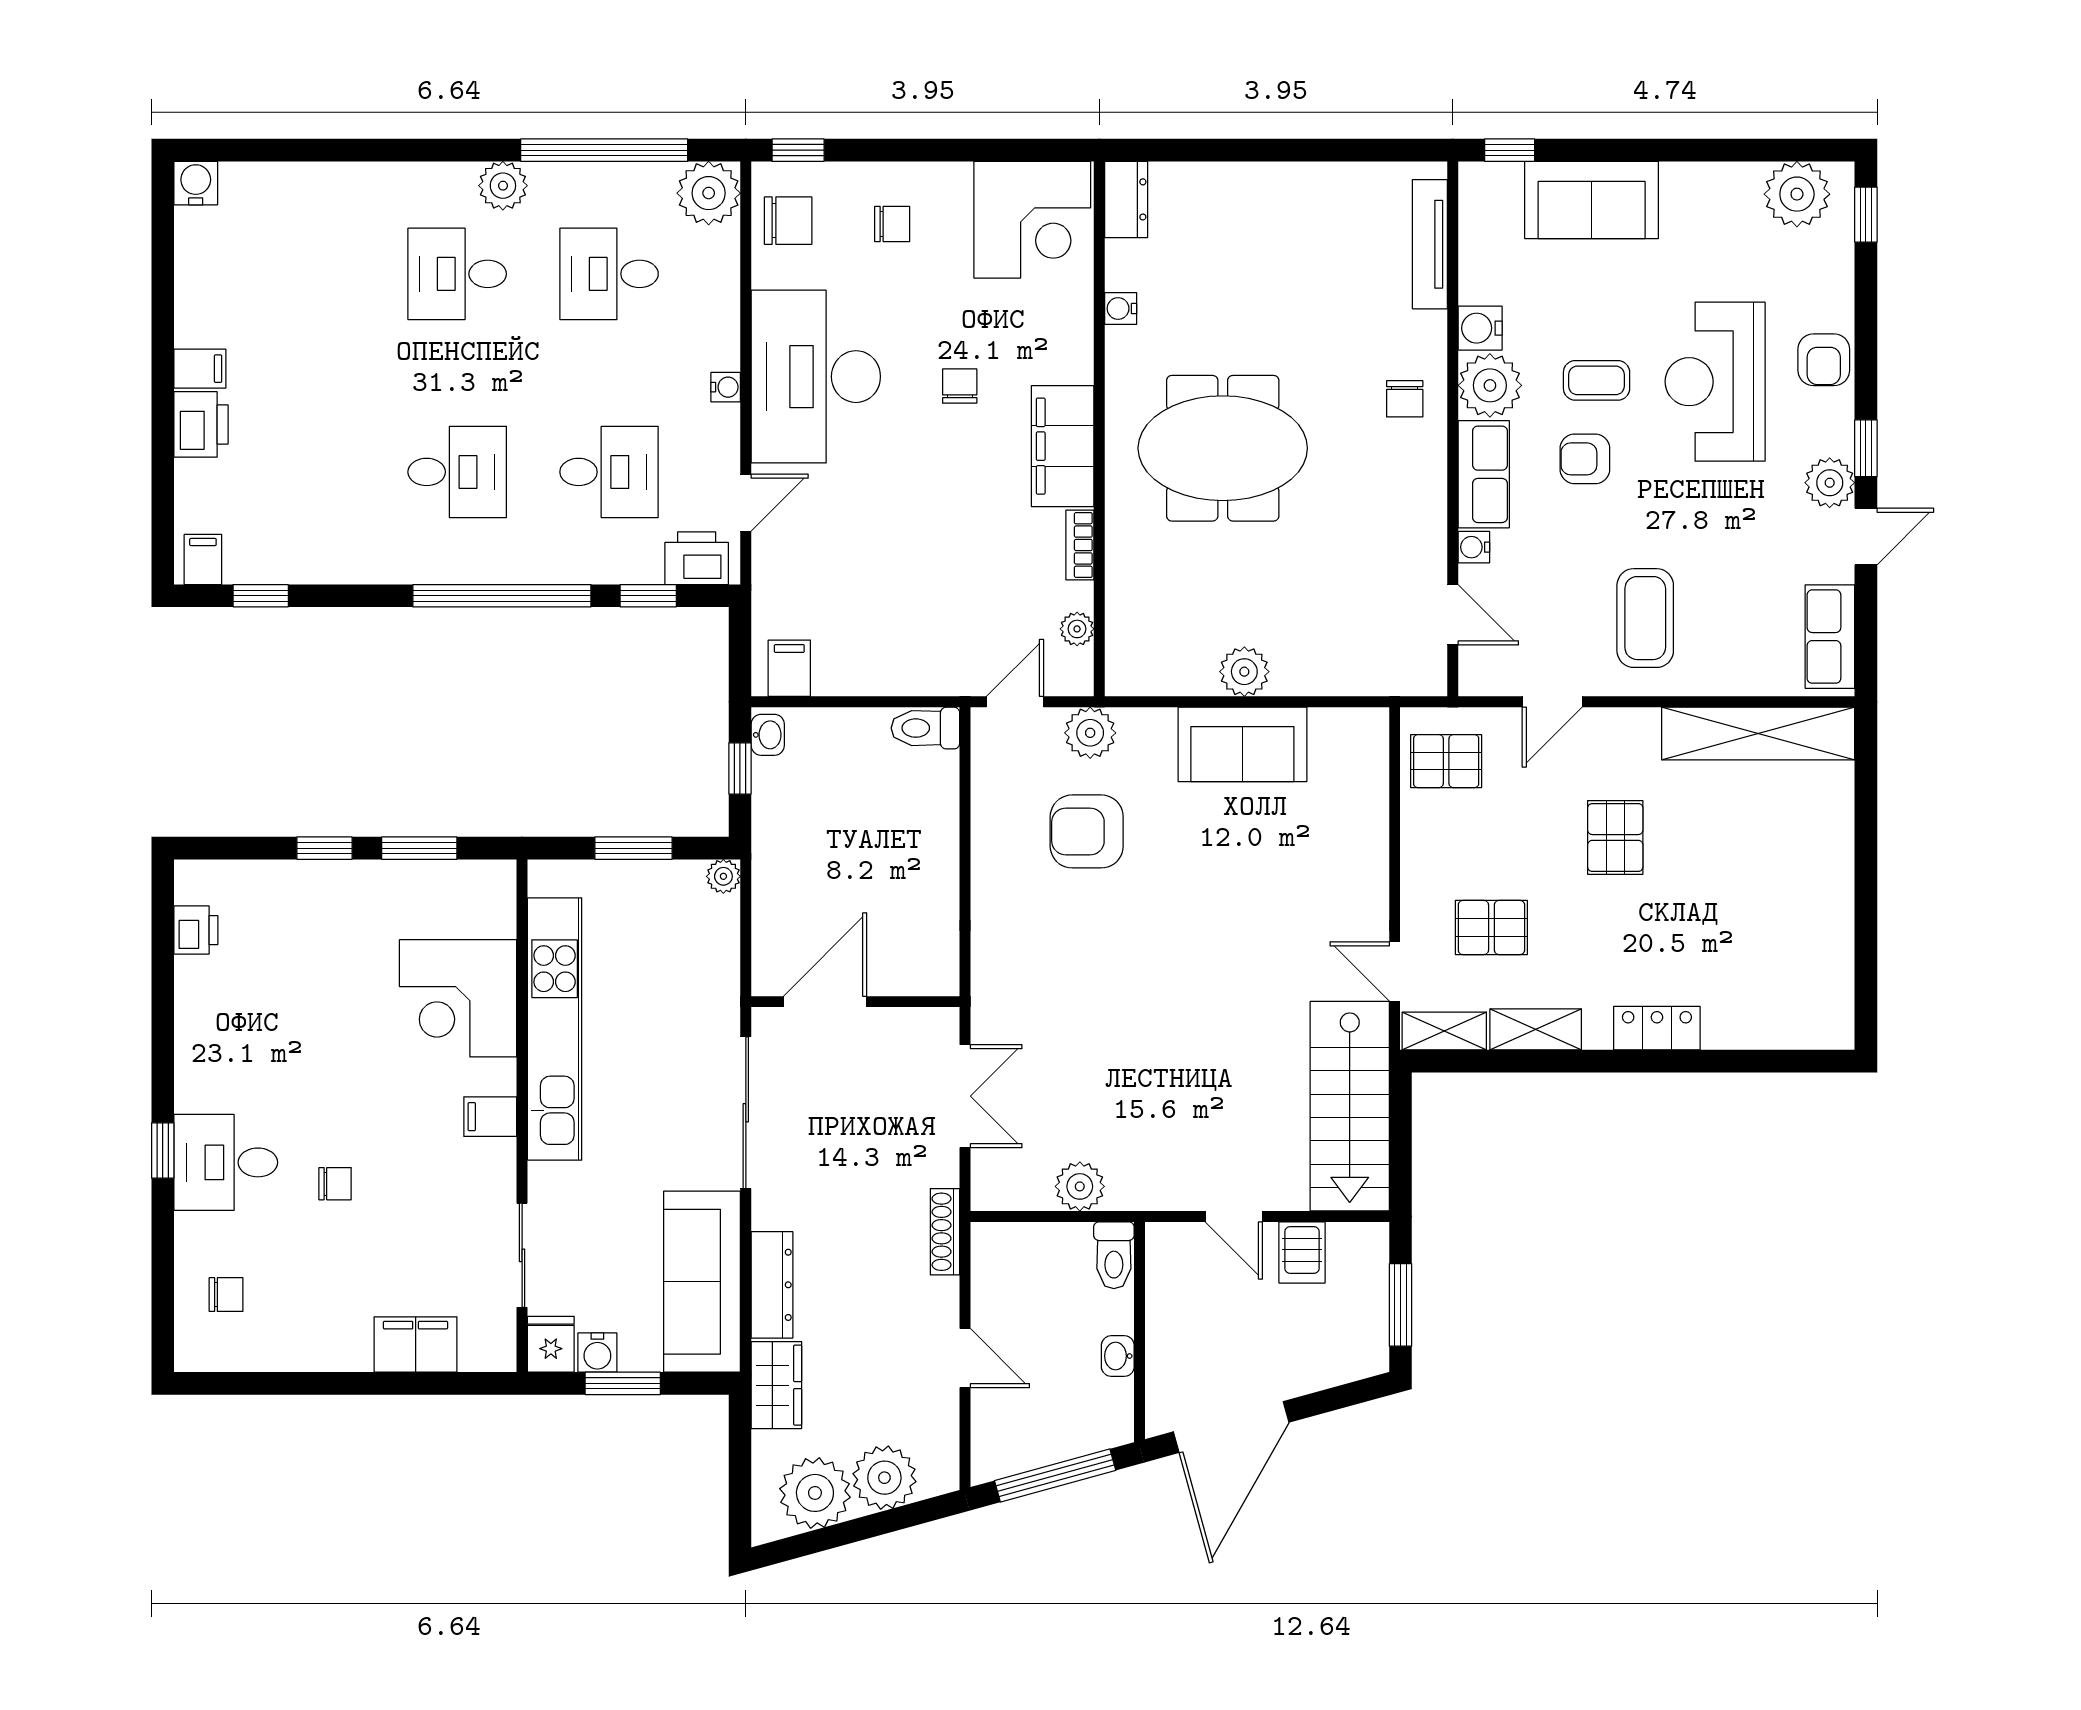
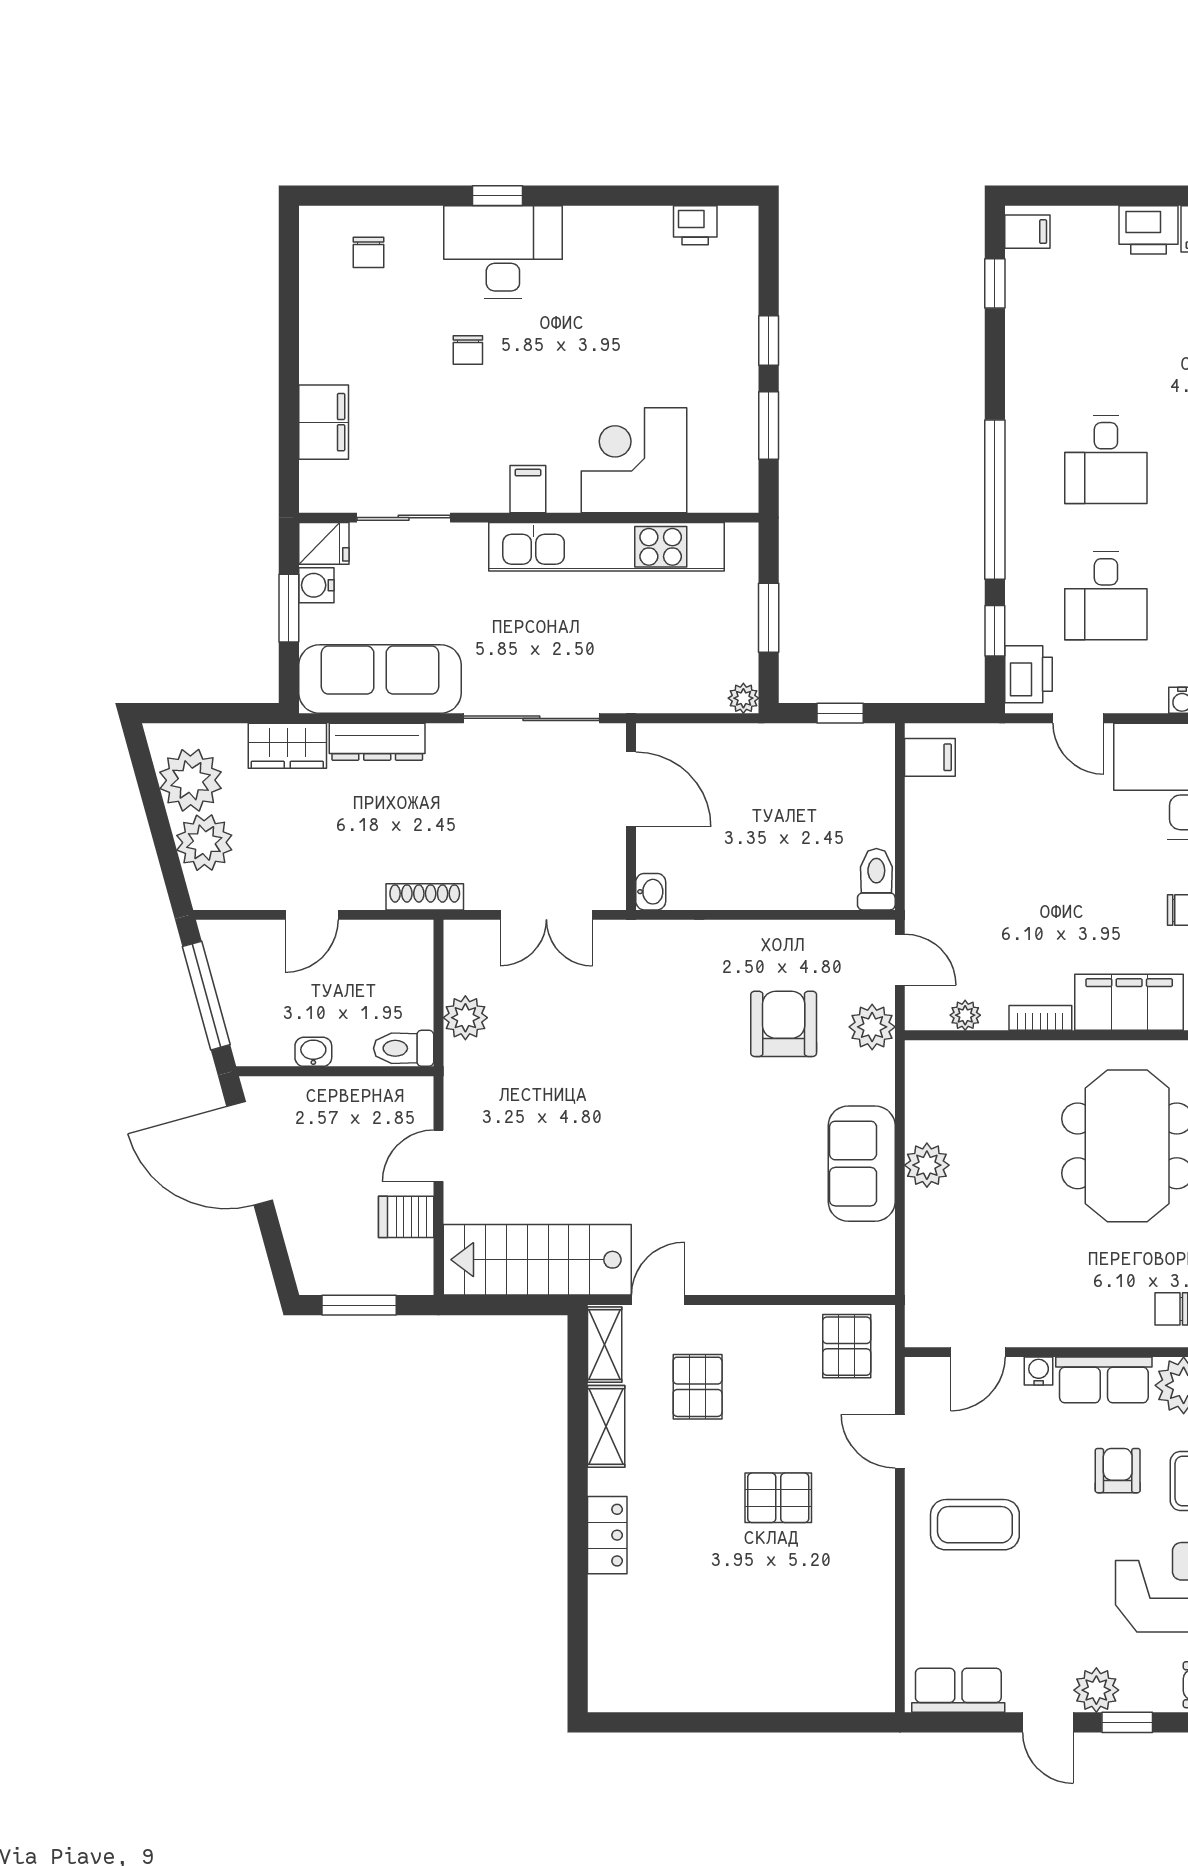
shelving: (1758, 734) -> (871, 1626), removed
washbasin: (768, 735) -> (651, 892), moved, turned -90
desk: (226, 1162) -> (503, 252), width x1.37

